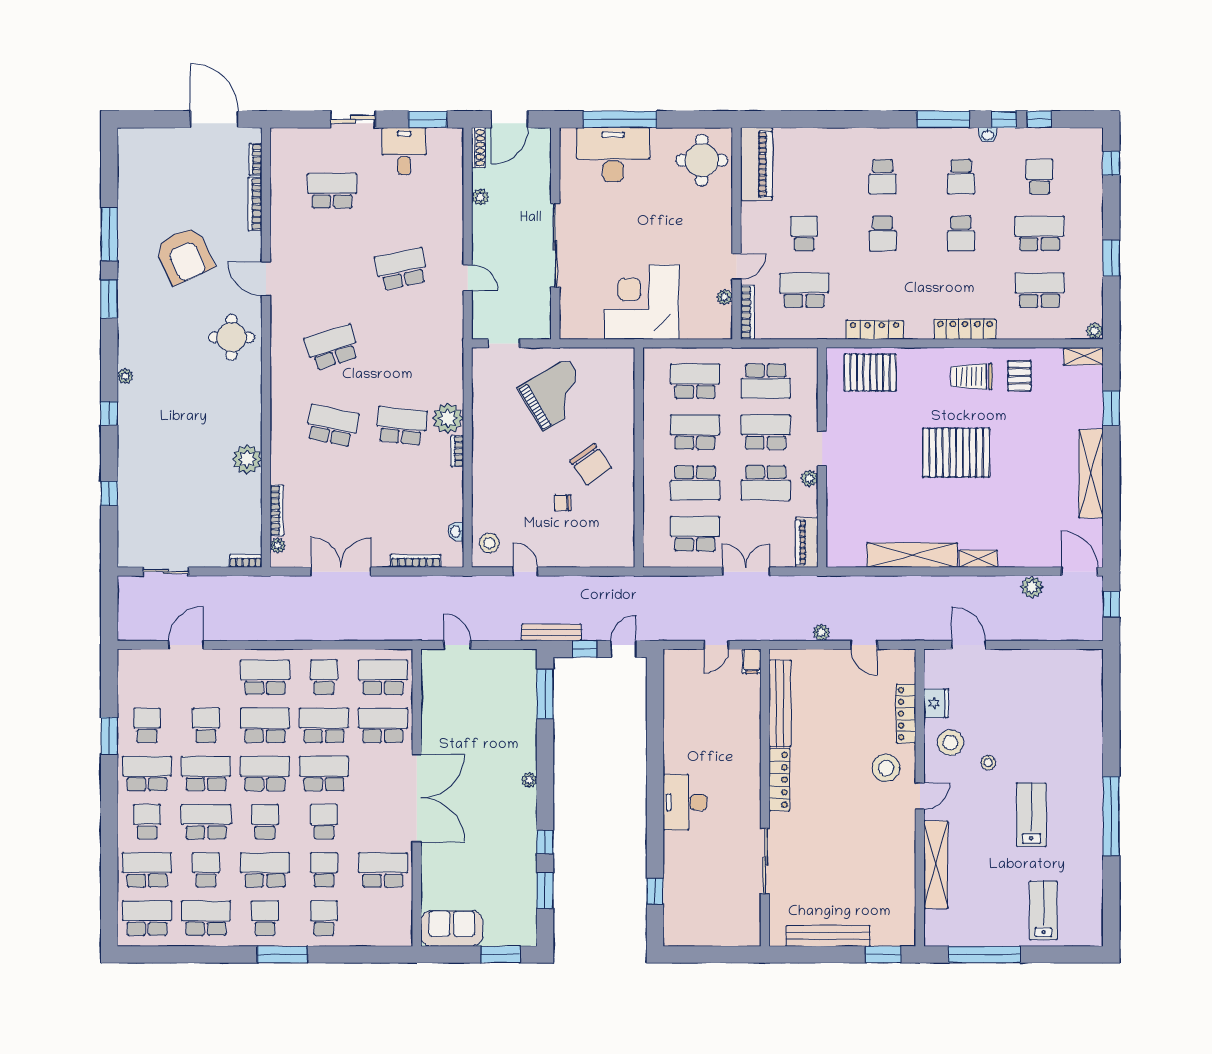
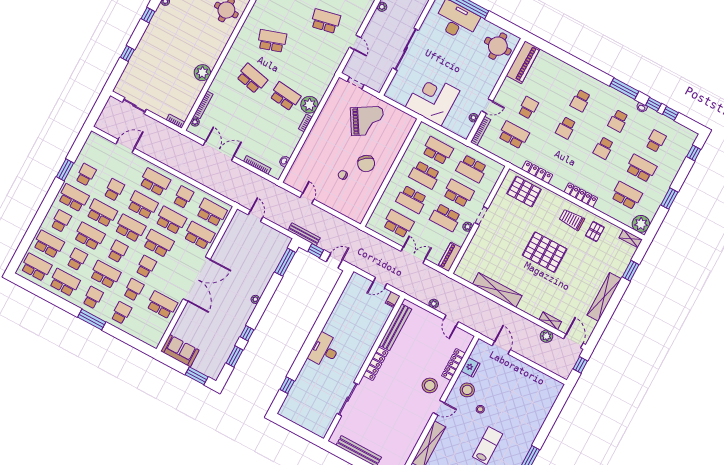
plant: (1095, 331) -> (641, 224), width x1.88, depth x1.88
school desk: (695, 432) -> (425, 175), turned 180
stool: (489, 543) -> (297, 175), removed
shelving: (978, 559) -> (550, 321), moved

